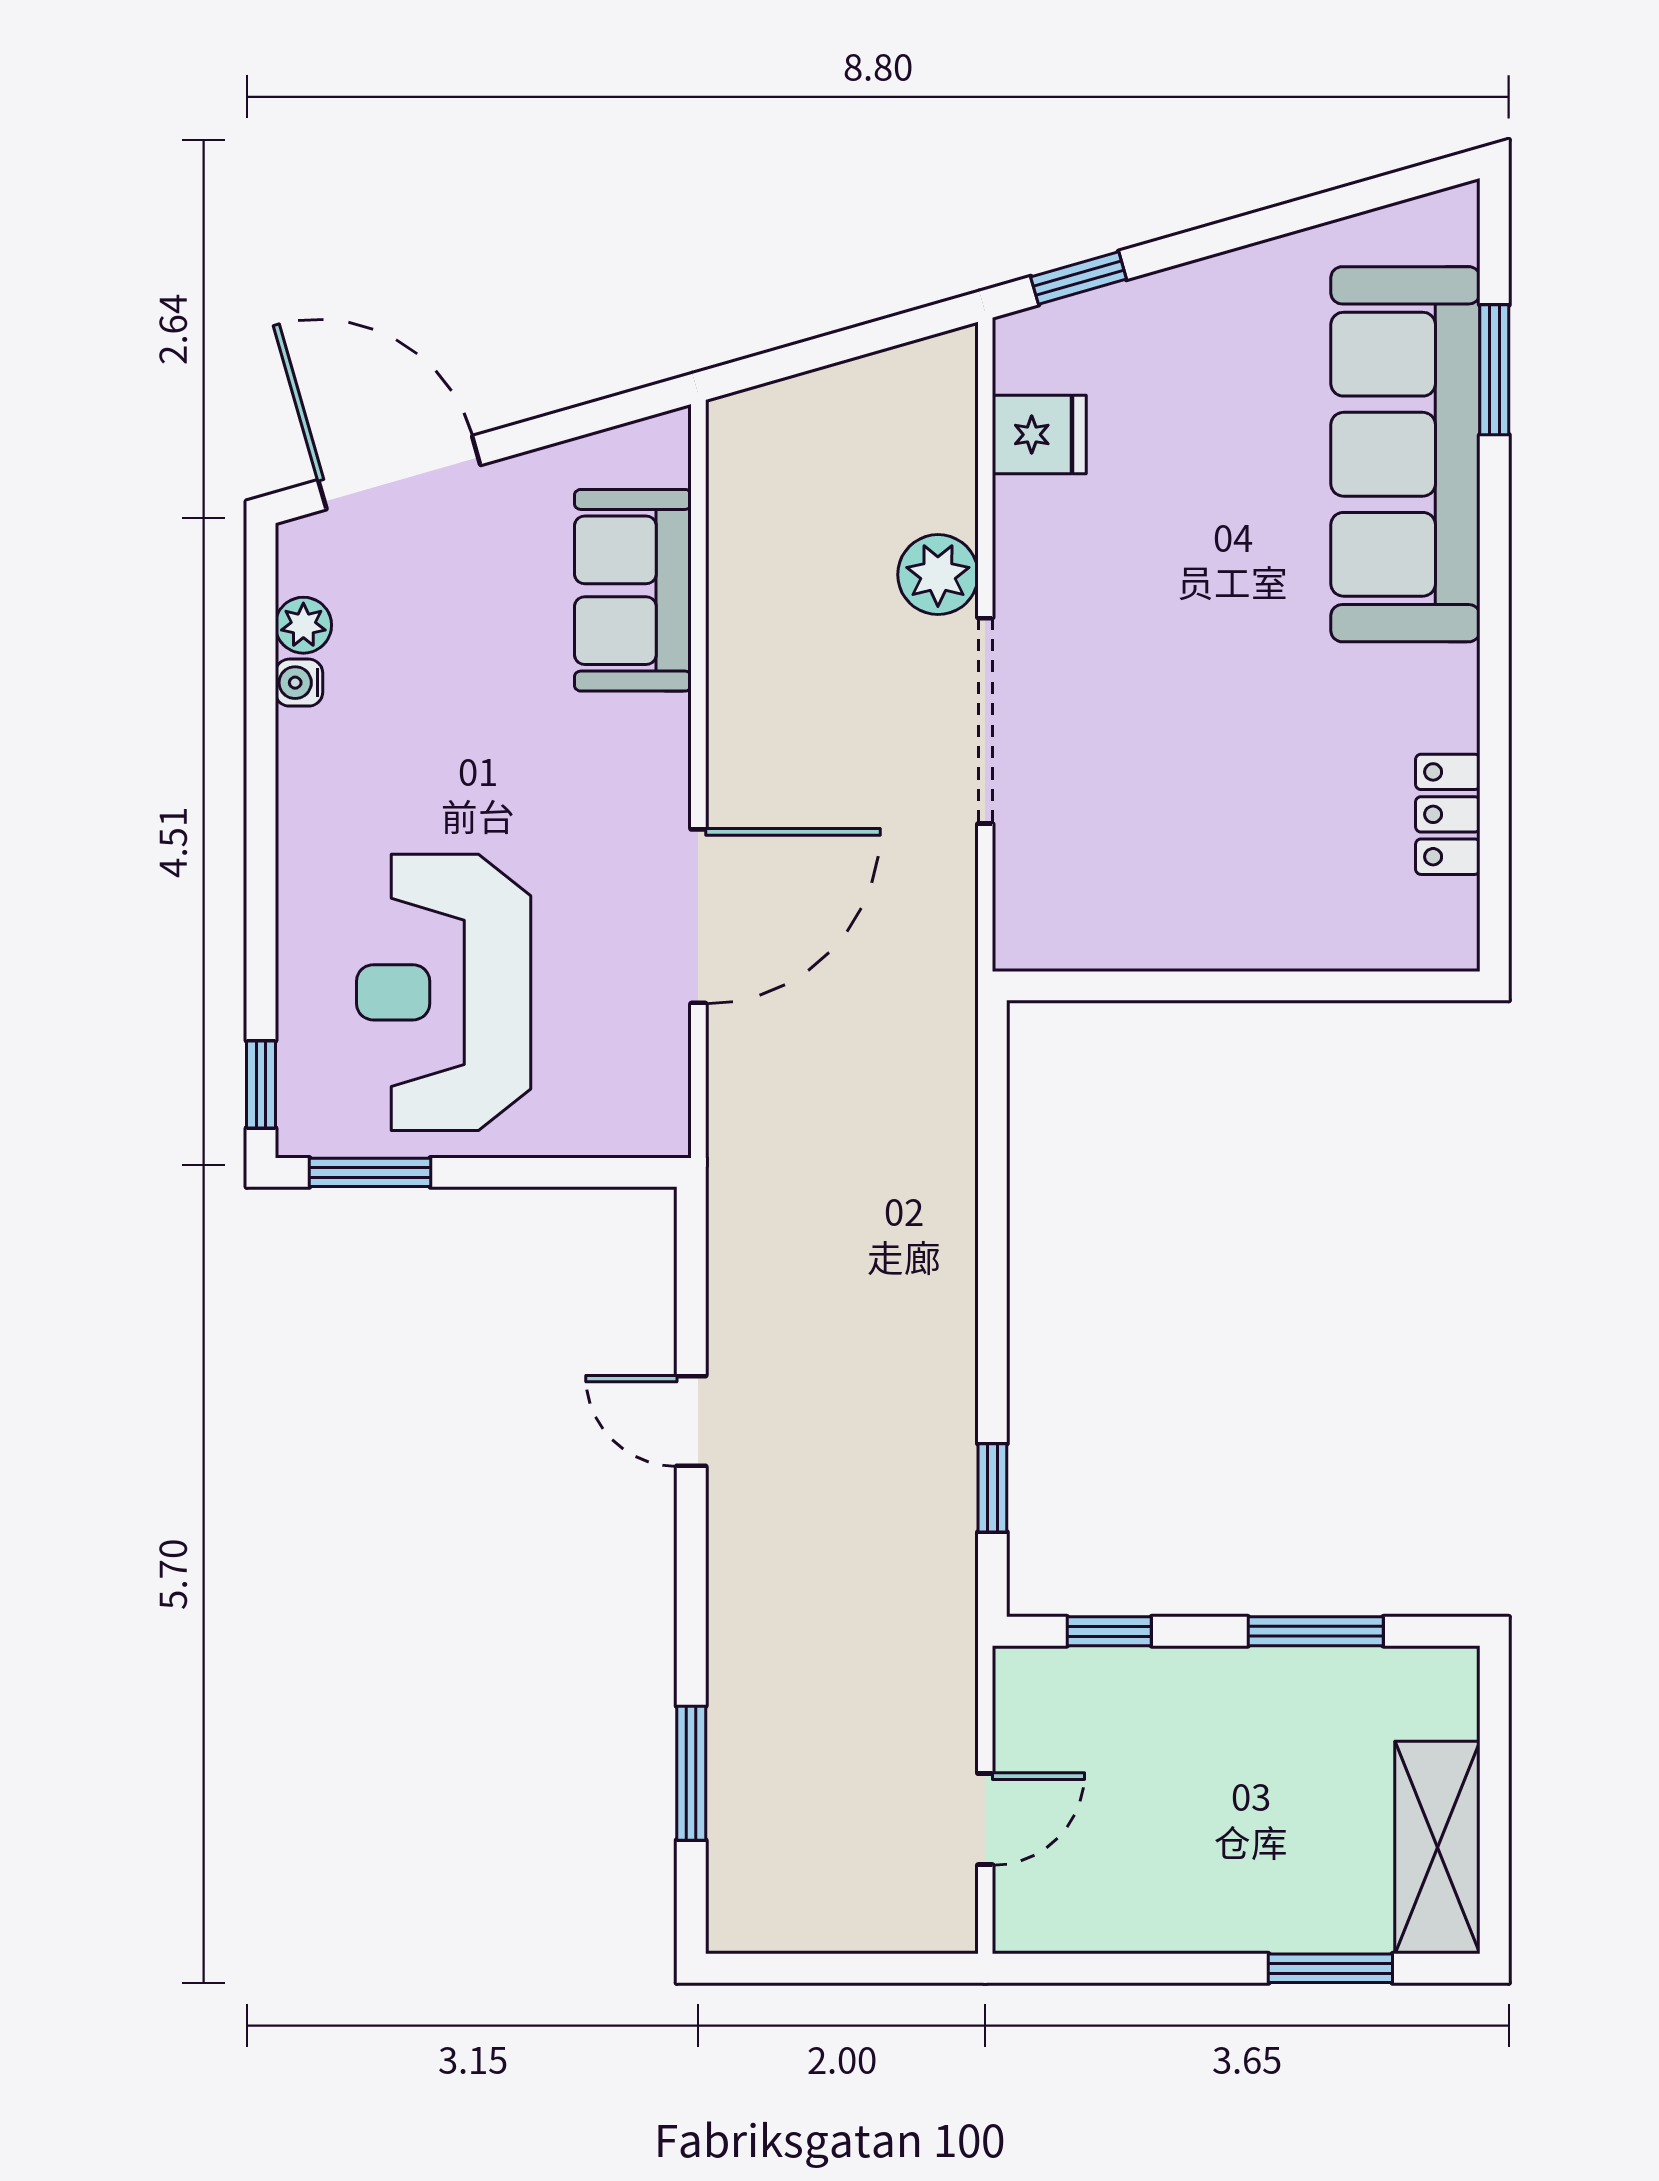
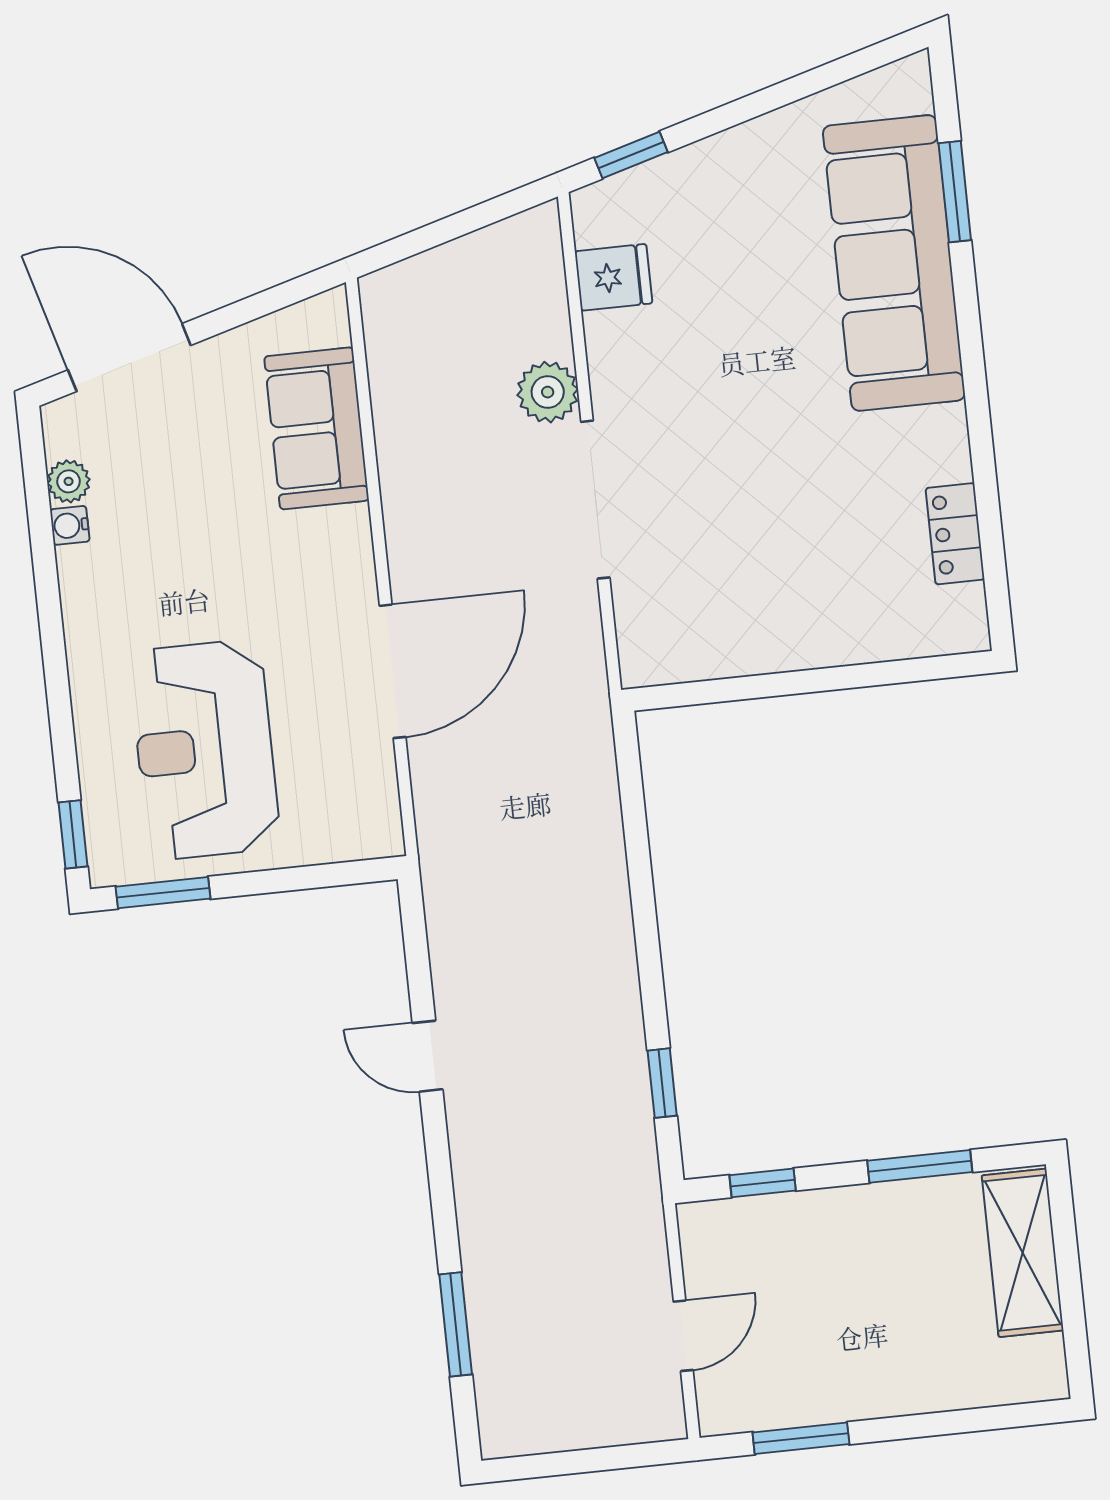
shelving: (1437, 1848) -> (1023, 1253), moved
window: (1330, 1968) -> (801, 1438), moved

